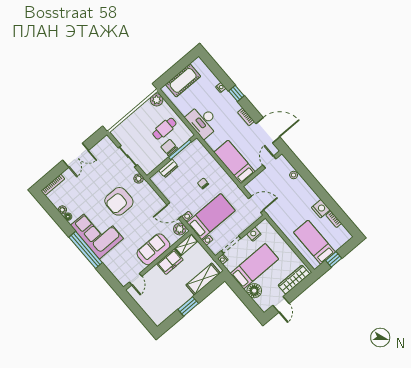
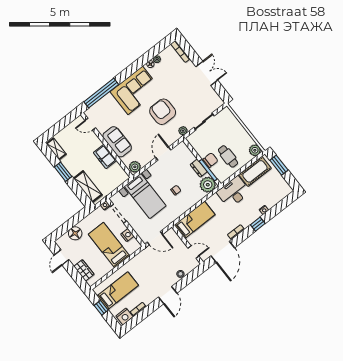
window: (172, 73) -> (279, 165), added
cot: (183, 80) -> (255, 171), moved, turned 90
plant: (196, 149) -> (208, 185), added
double door: (76, 155) -> (207, 73), swing flipped
dresser: (168, 168) -> (199, 168), moved
door: (317, 188) -> (168, 295), added
door: (256, 204) -> (155, 238), hinge flipped
nightstand: (321, 209) -> (124, 316), moved
door: (174, 211) -> (163, 154), moved
shelving: (186, 245) -> (56, 149), moved
window: (86, 250) -> (101, 93), moved
bed: (254, 266) -> (109, 245), moved, turned 180
wardrobe: (294, 280) -> (84, 270), width x0.67
door: (281, 304) -> (62, 257), hinge flipped

